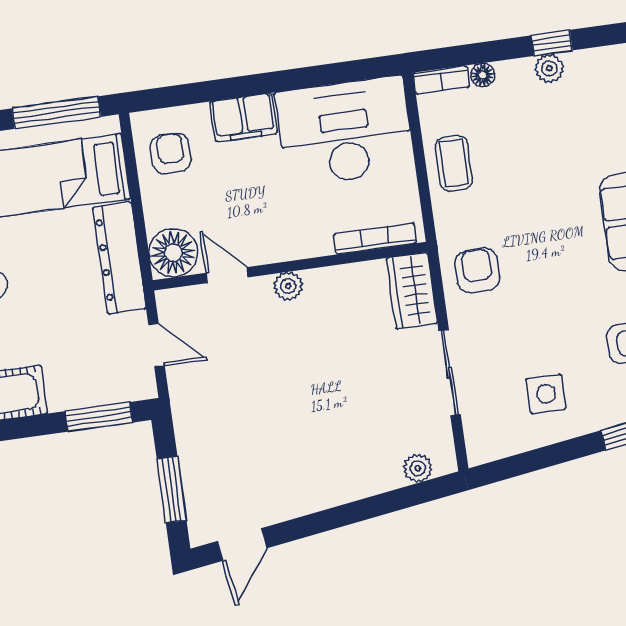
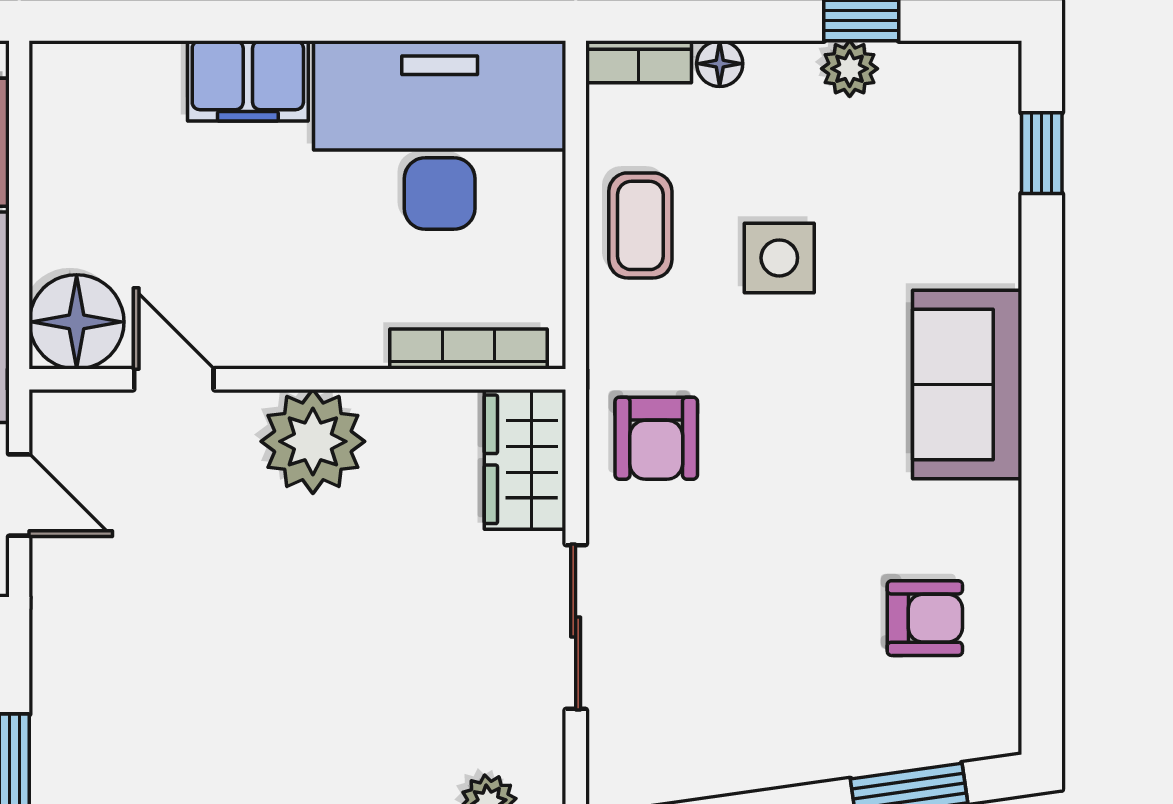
armchair: (171, 153) -> (98, 130), removed
armchair: (477, 271) -> (656, 438), turned 180
plant: (288, 286) -> (313, 441), width x1.88, depth x1.88
side table: (546, 394) -> (779, 258), moved

